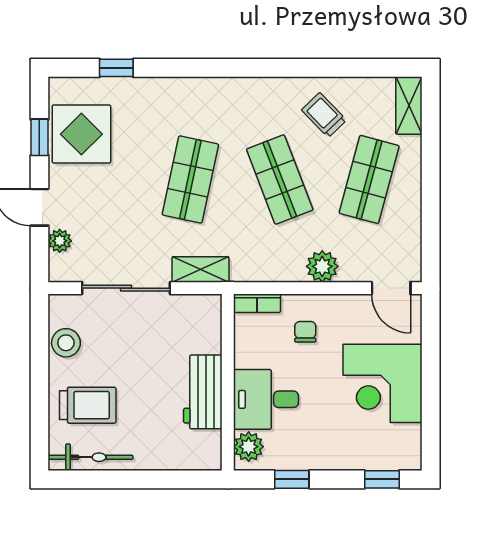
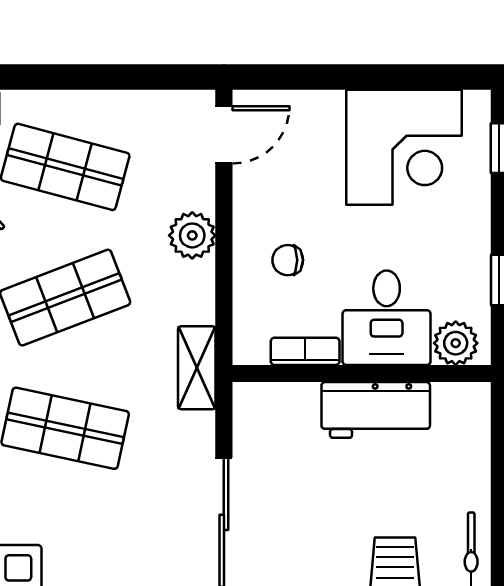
shelving: (200, 270) -> (197, 368), moved
bookcase: (257, 303) -> (305, 351), moved, turned -90
corner desk: (383, 383) -> (404, 147), moved

